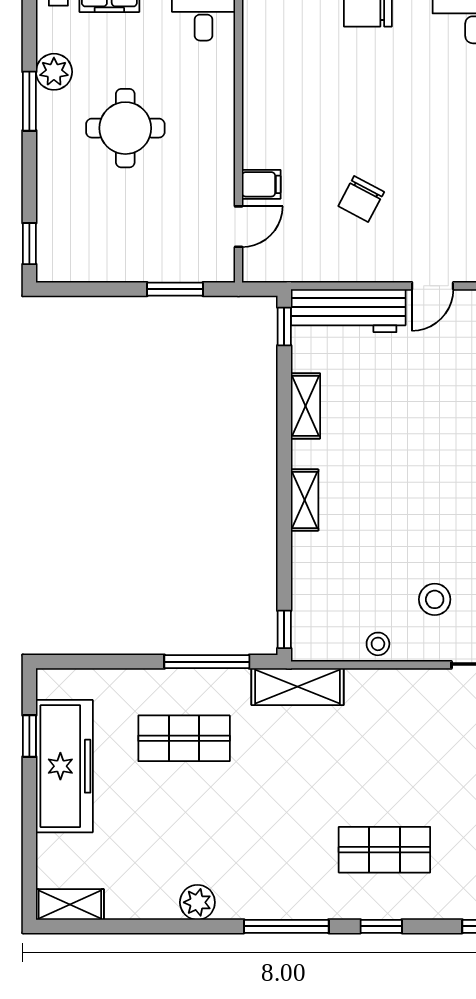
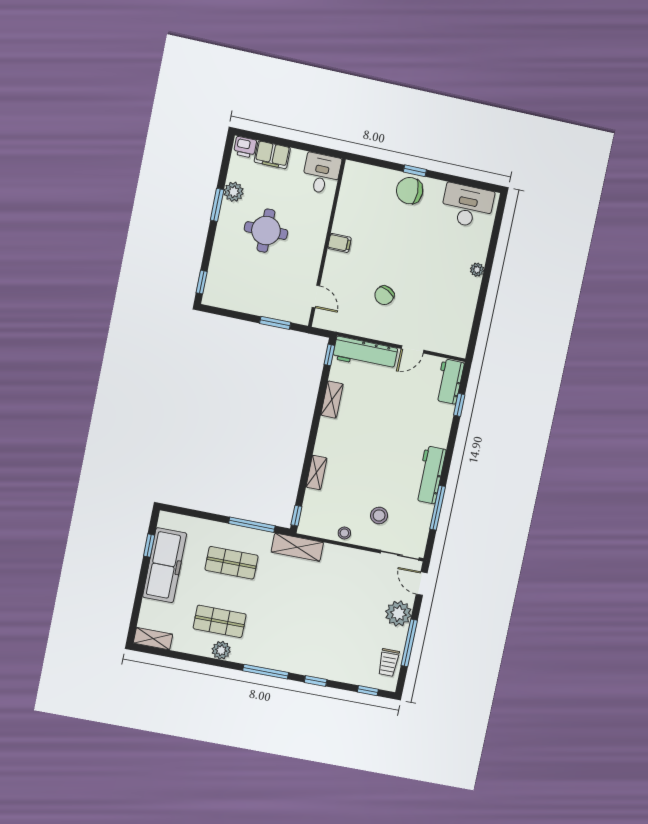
filing cabinet: (261, 184) -> (339, 243), moved
door: (238, 227) -> (316, 296), hinge flipped
shelving: (305, 500) -> (316, 473), moved
shop shelf: (384, 850) -> (220, 621), moved

